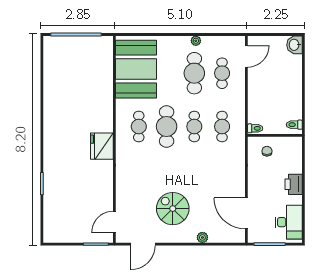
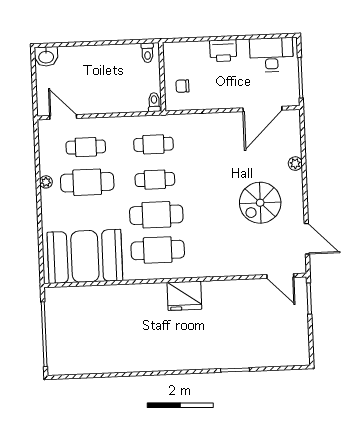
cafe table: (139, 127) -> (158, 250), width x1.37, depth x1.35

